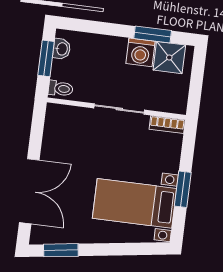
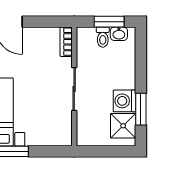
toilet: (61, 89) -> (103, 37), moved
bookcase: (167, 125) -> (66, 42), moved

